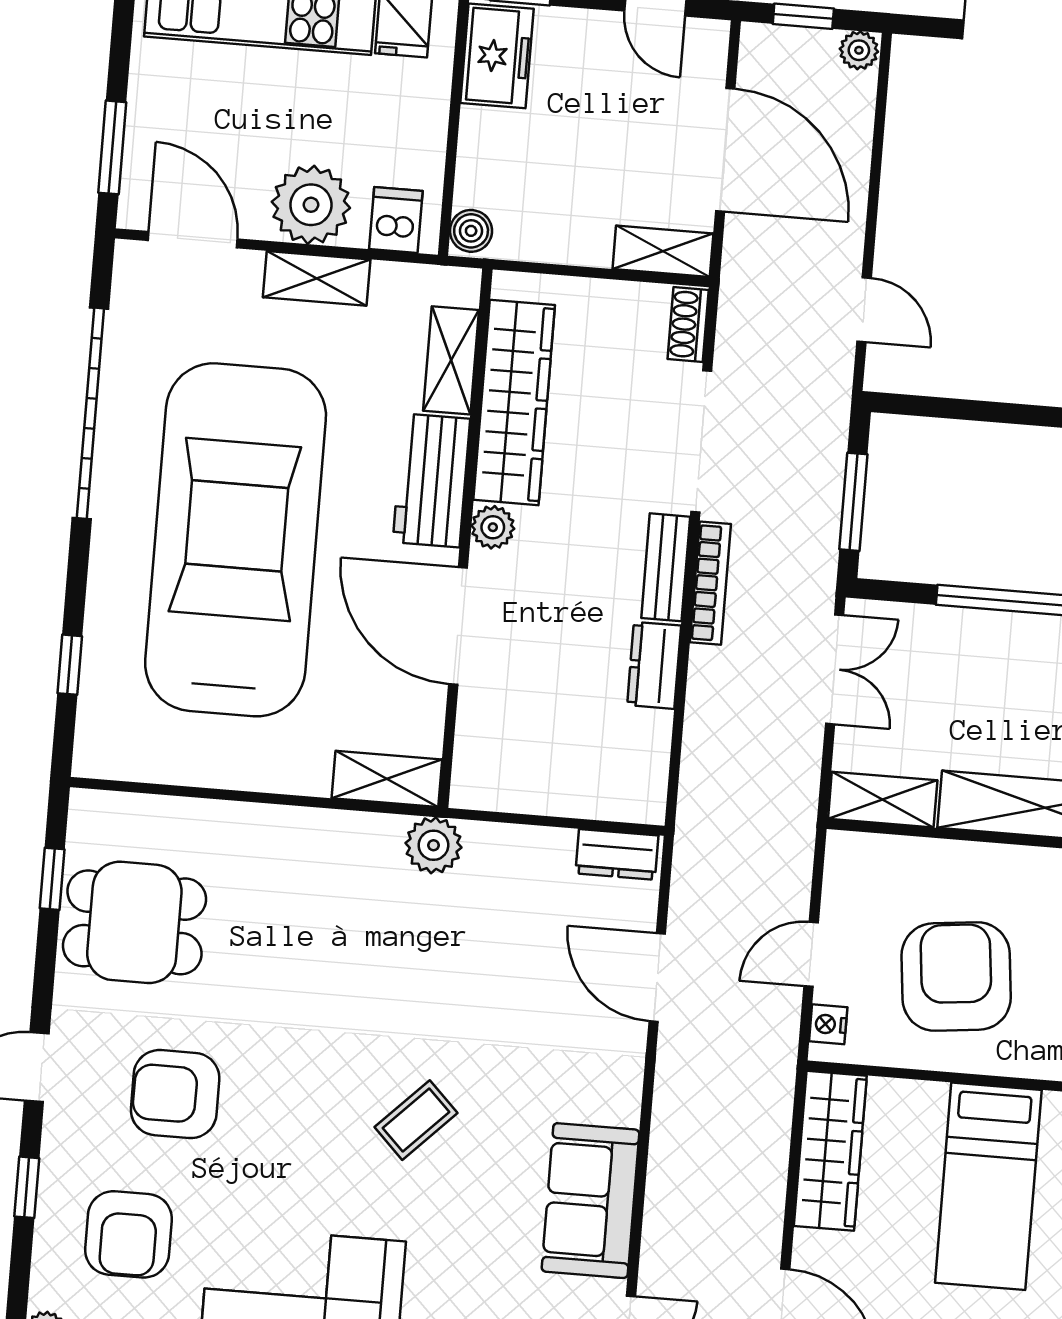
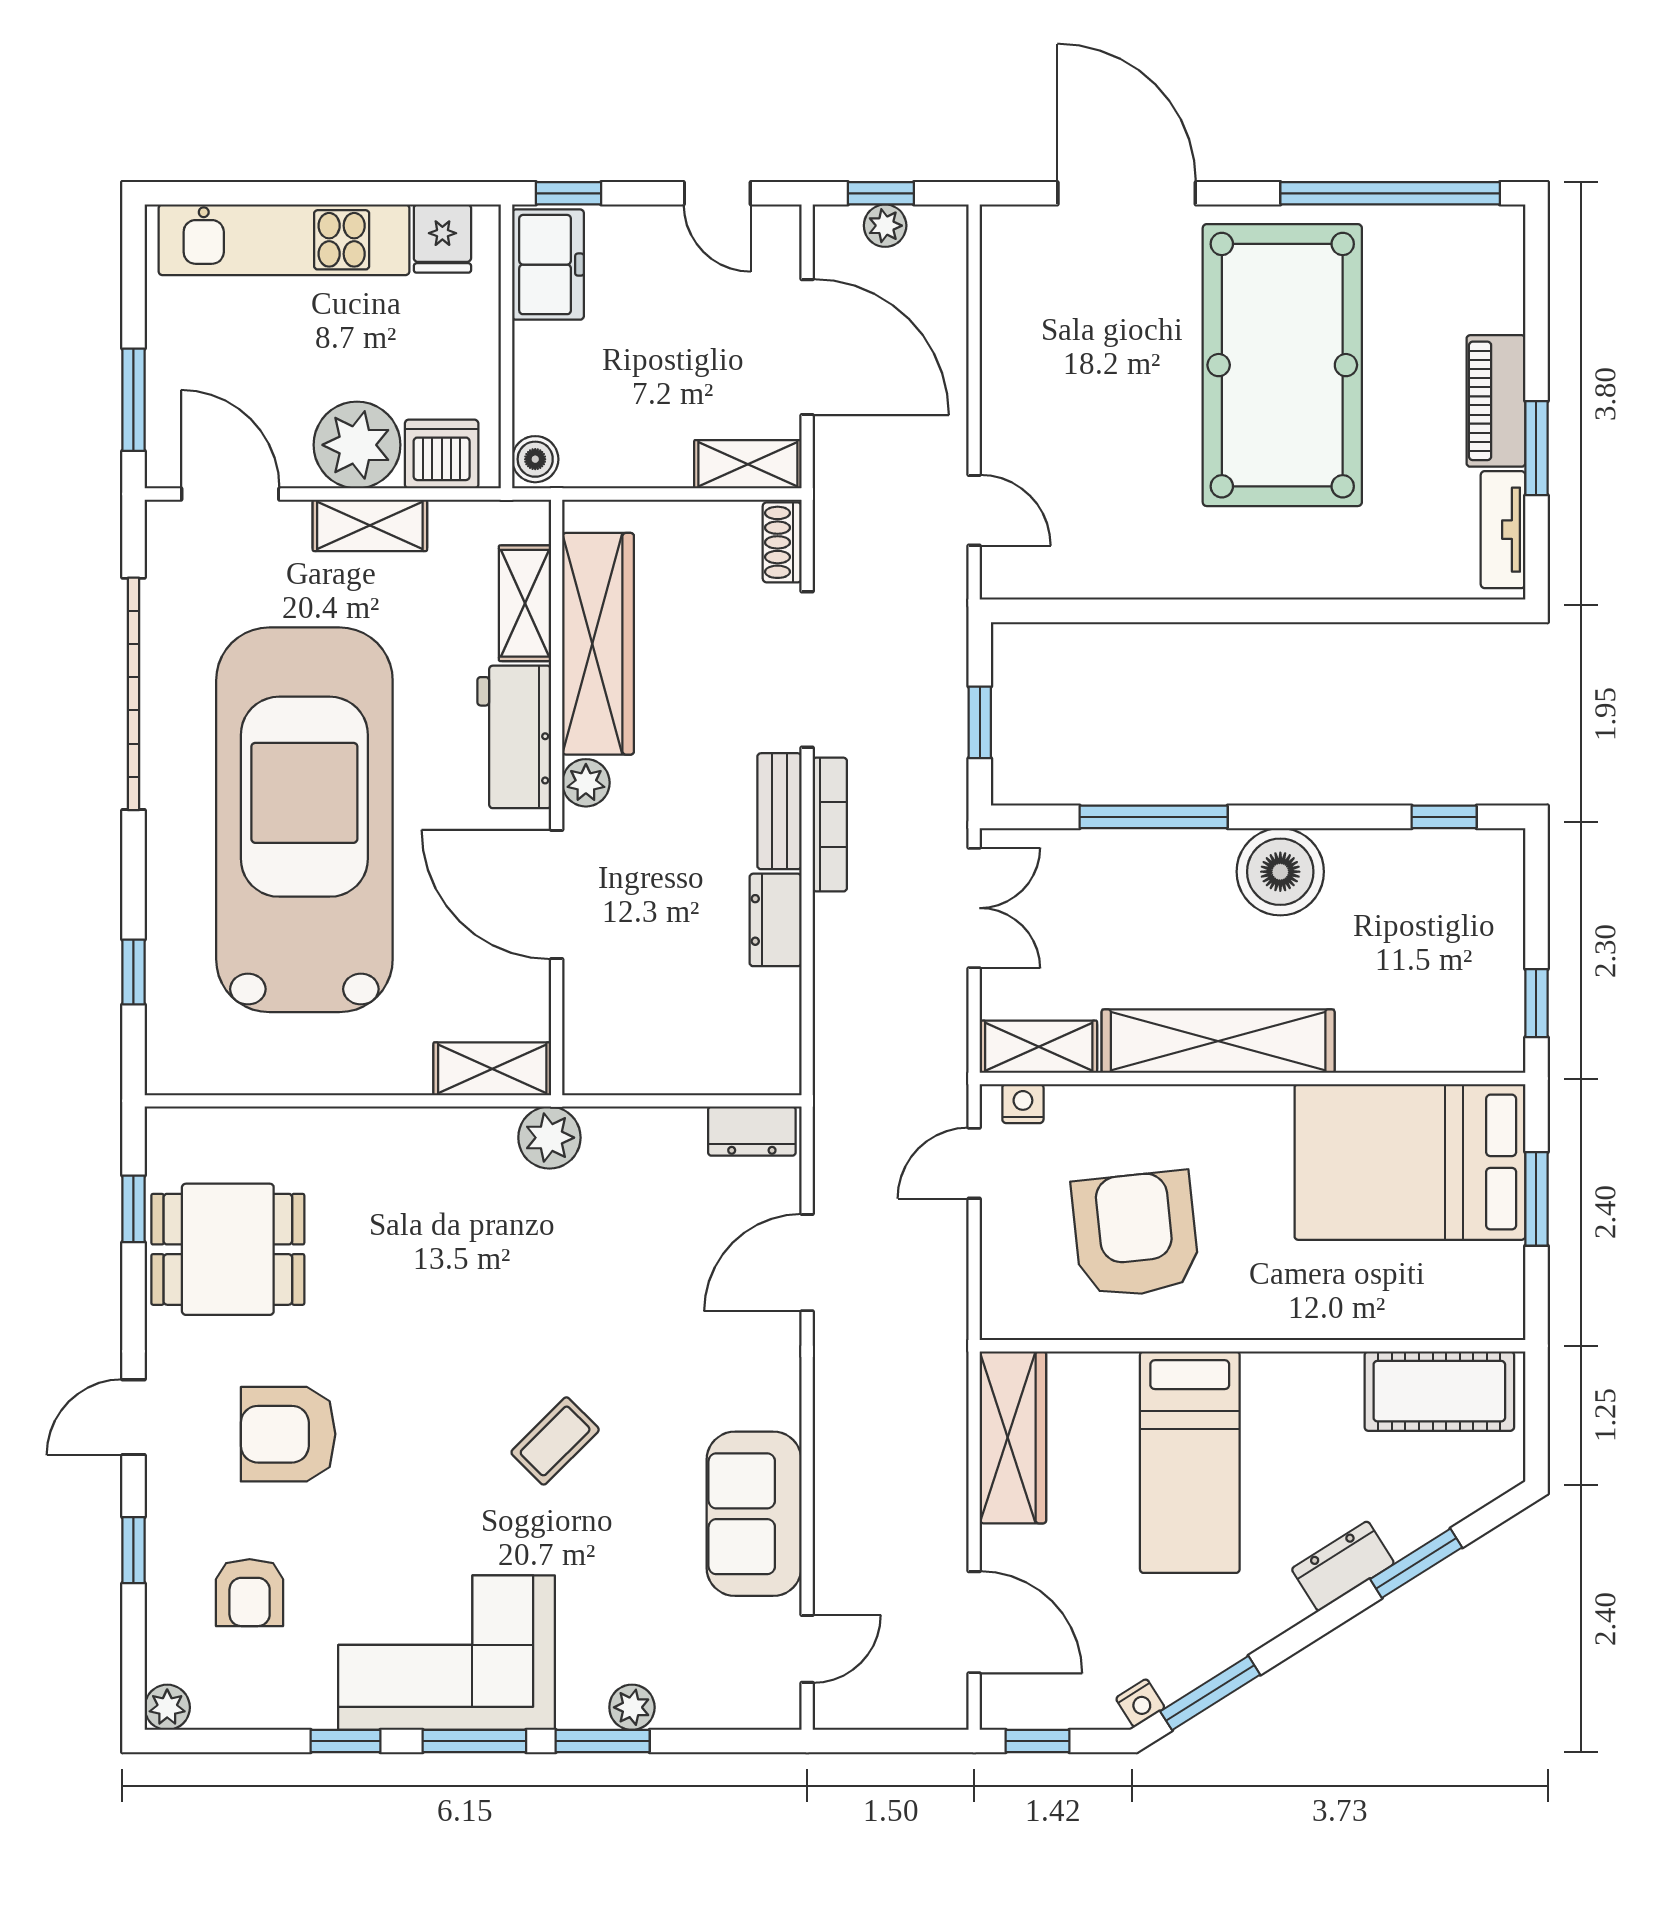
plant: (859, 50) -> (885, 226), moved
dishwasher: (396, 220) -> (442, 454), width x1.38
window: (853, 502) -> (980, 722), width x0.67
door: (811, 954) -> (974, 1163), moved
door: (657, 978) -> (807, 1263), hinge flipped
nightstand: (828, 1024) -> (1023, 1104), moved, turned 90
armchair: (129, 1234) -> (250, 1593), width x0.72, depth x0.72

